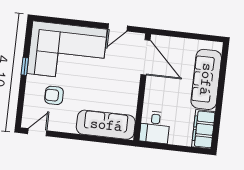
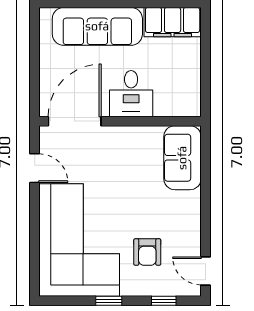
window: (21, 103) -> (164, 301), added
sofa: (106, 125) -> (182, 158), width x0.73
desk: (155, 127) -> (131, 94), moved, turned 90

